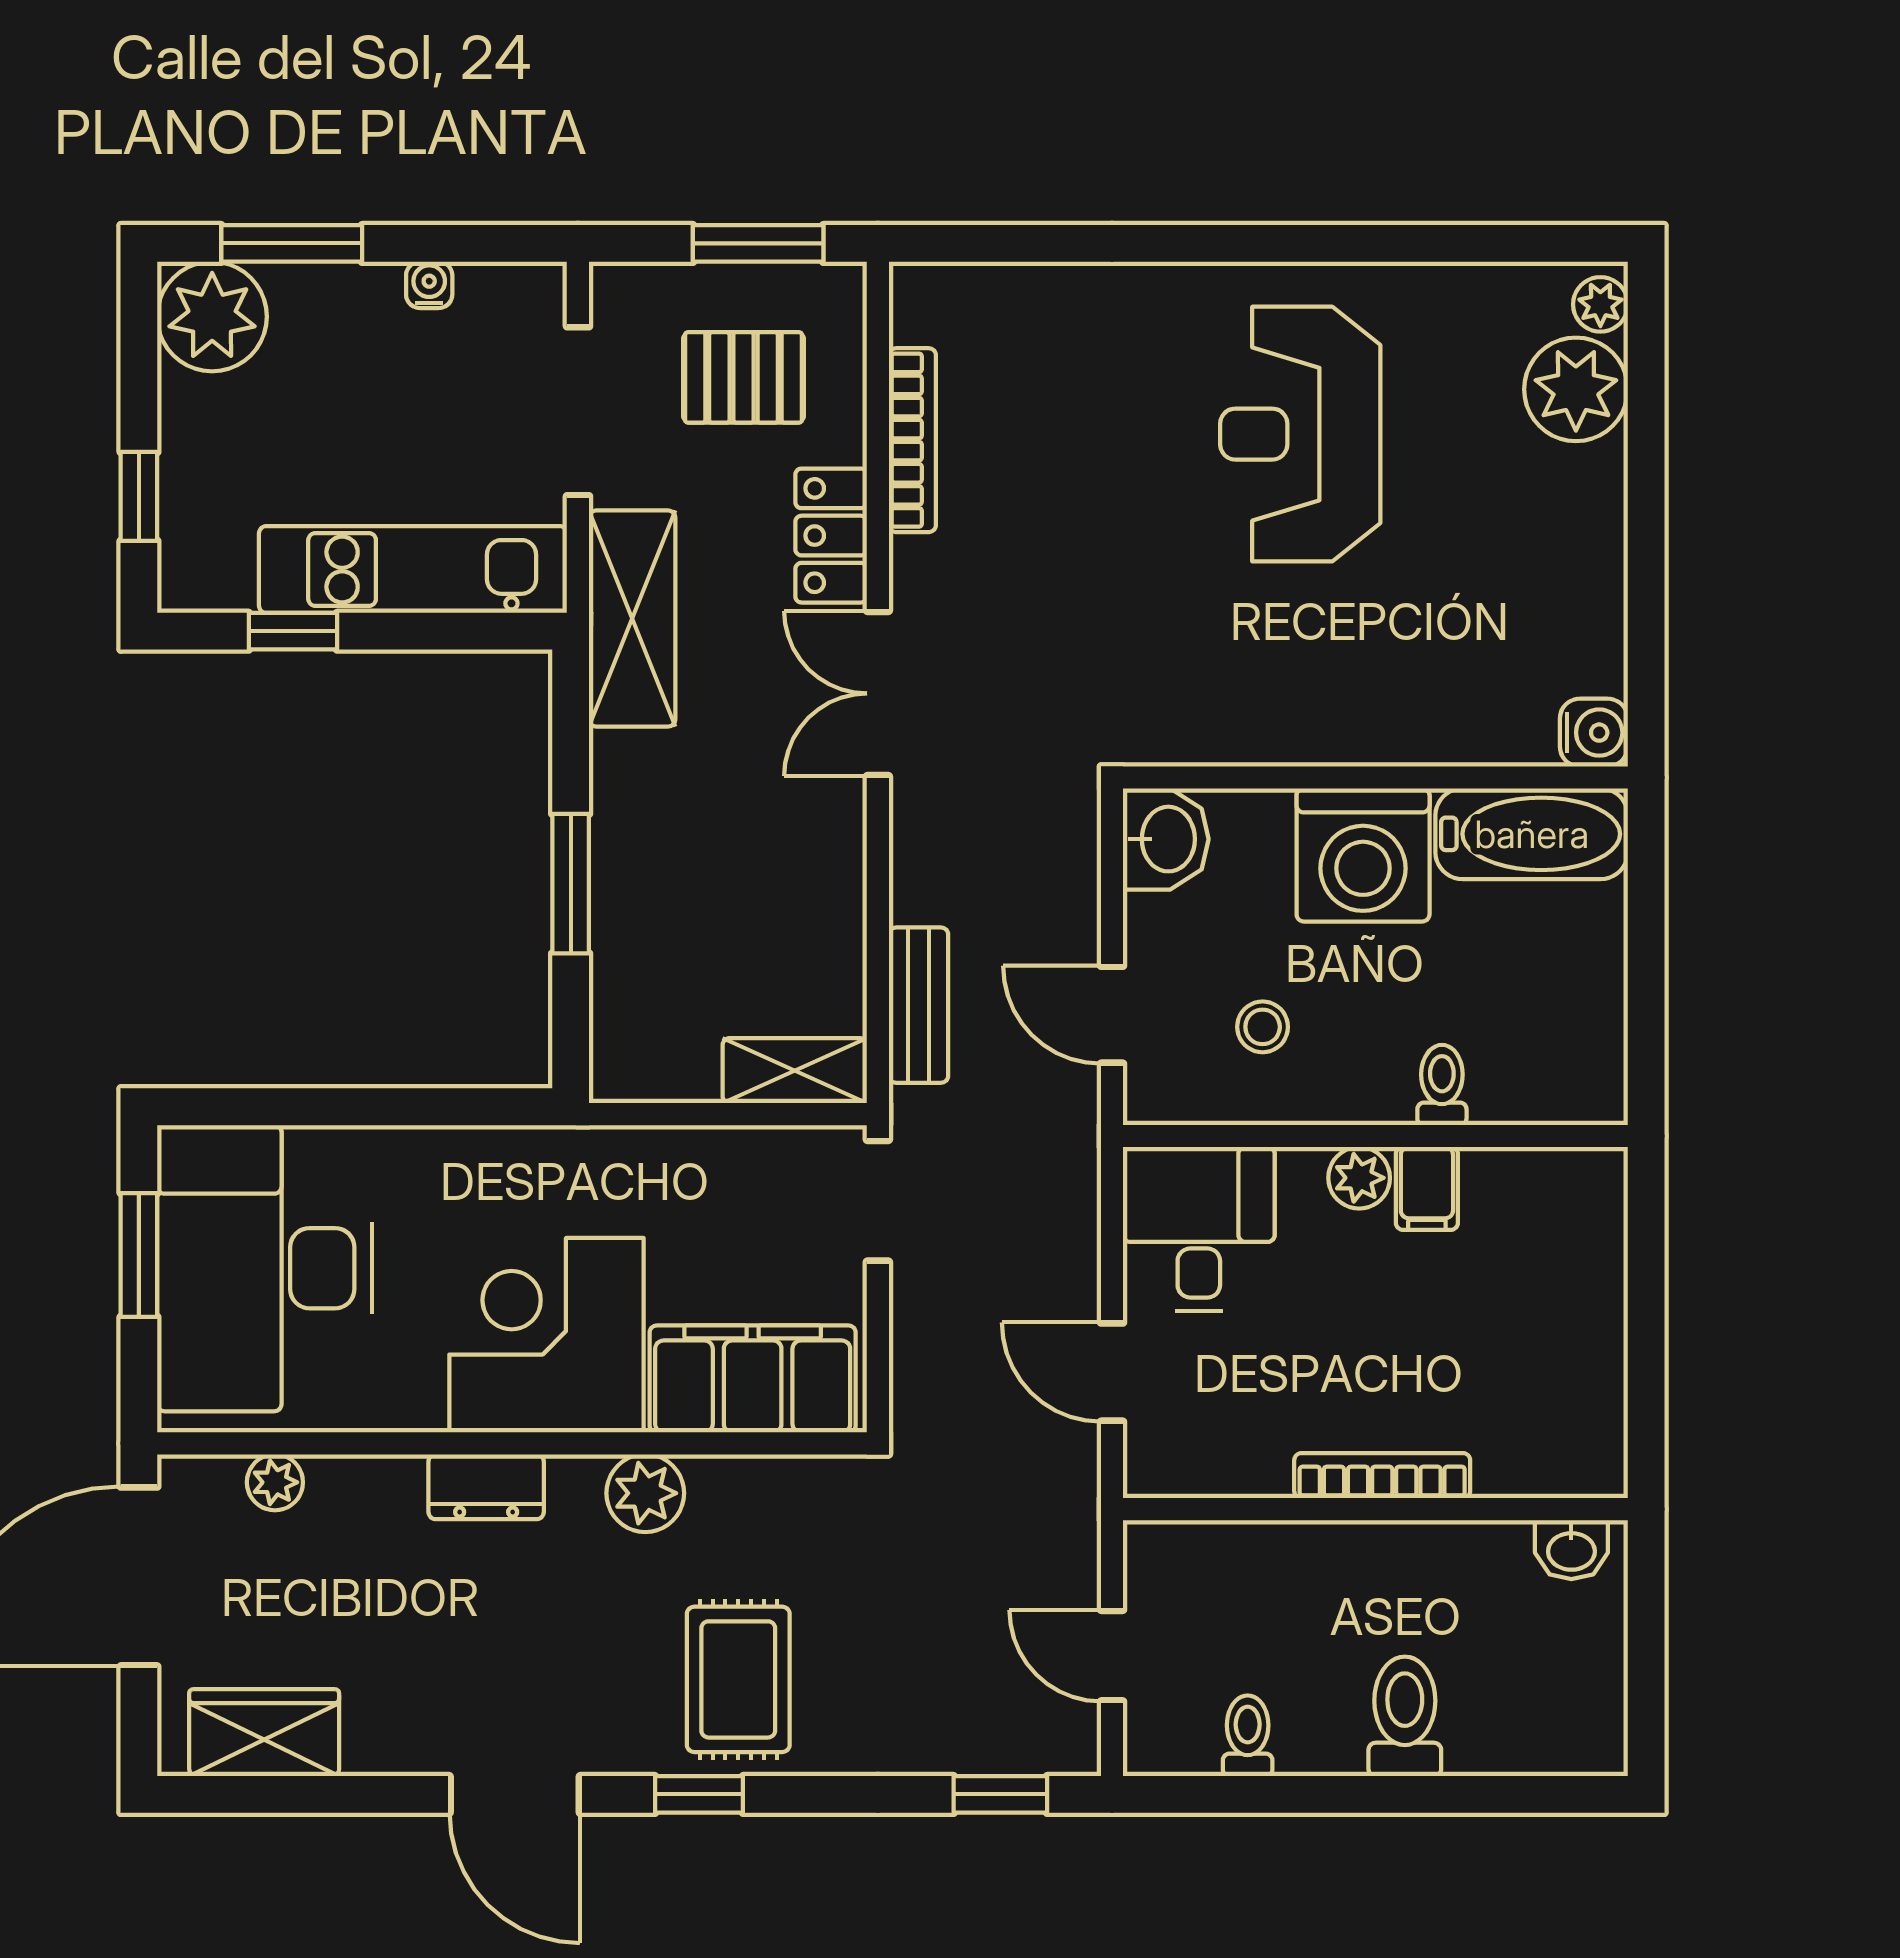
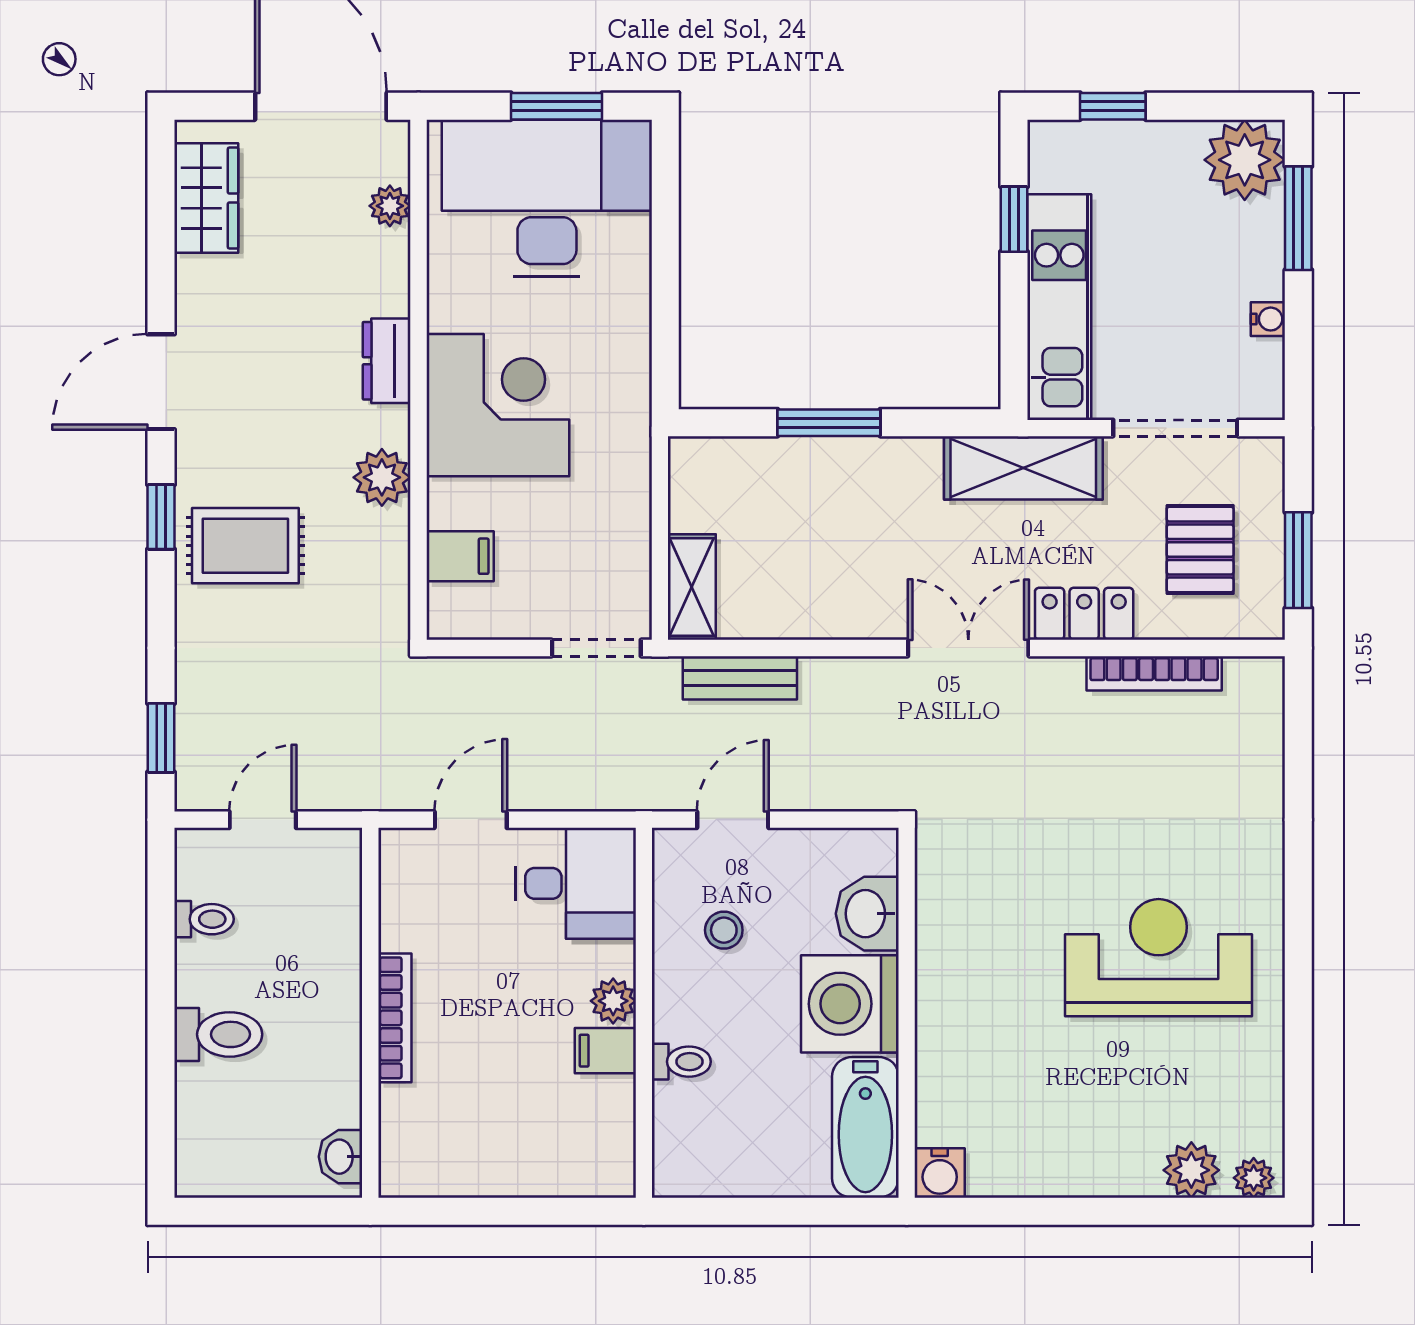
plant: (1576, 389) -> (1191, 1170), width x0.73, depth x0.73
washbasin: (1166, 839) -> (867, 914), moved, turned 90
filing cabinet: (753, 1379) -> (460, 556), width x0.33, depth x0.86

